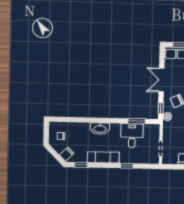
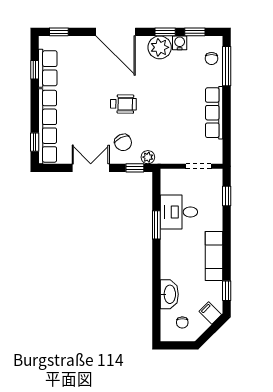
double door: (161, 80) -> (91, 168), swing flipped
window: (137, 121) -> (156, 225), moved
washbasin: (100, 129) -> (169, 294), moved
window: (127, 166) -> (227, 196), moved

